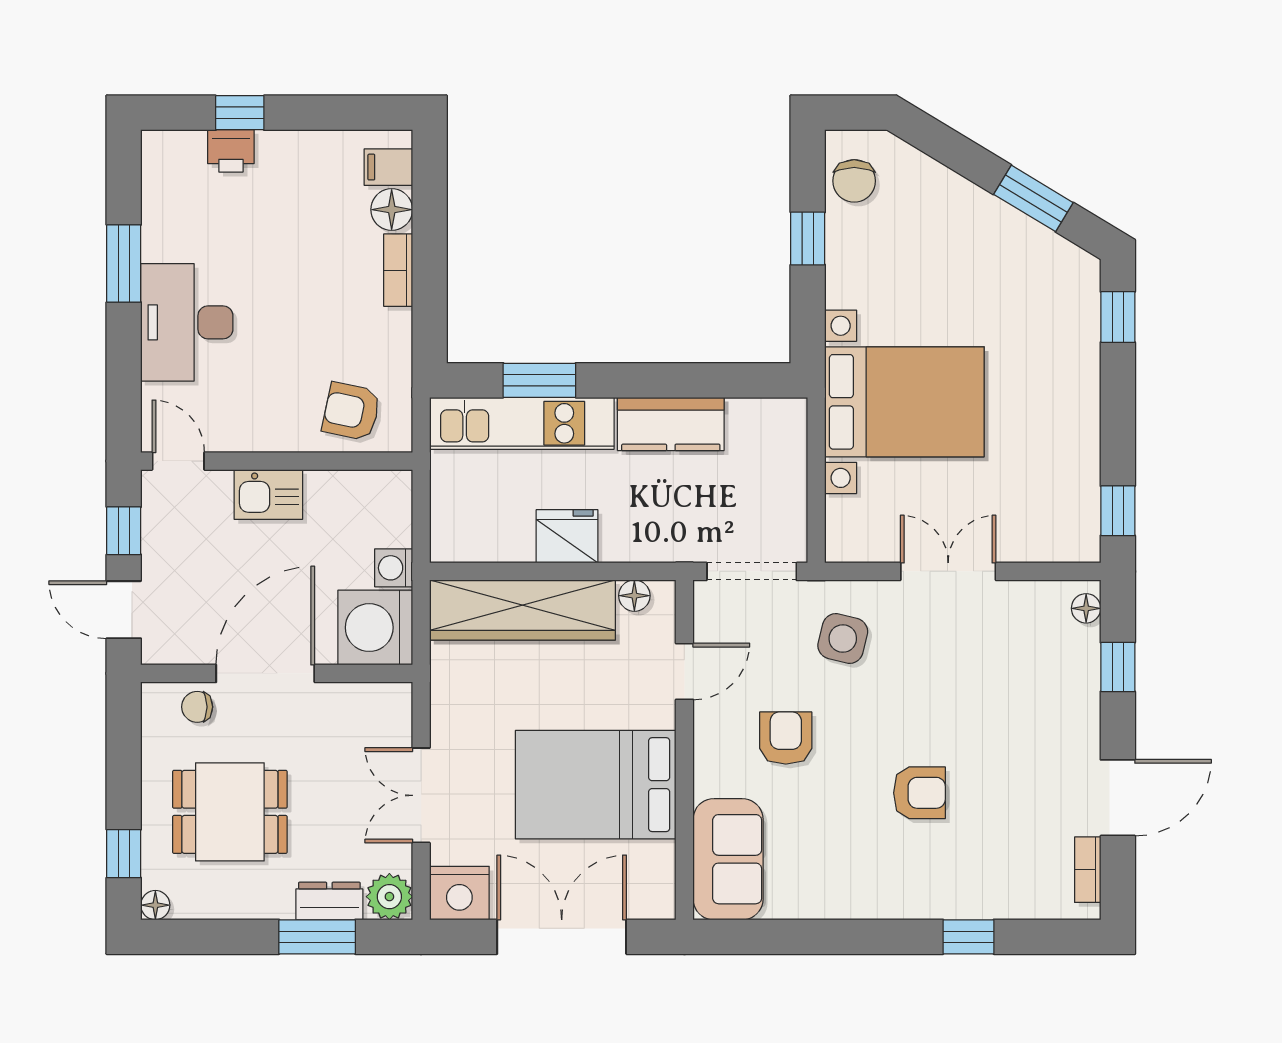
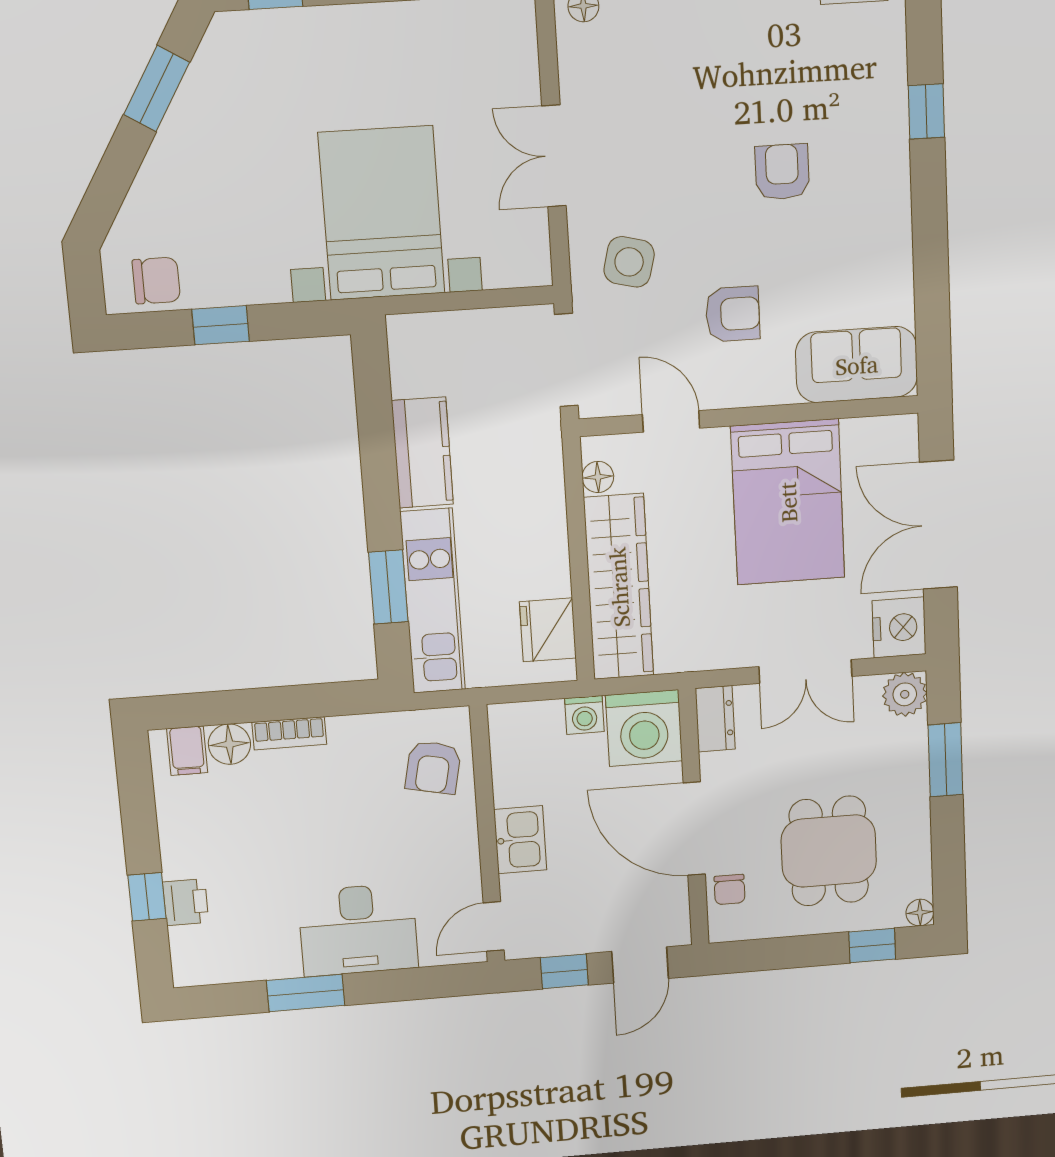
fridge: (567, 536) -> (548, 630), moved
armchair: (786, 738) -> (733, 314), turned 180
dresser: (329, 901) -> (715, 719), moved, turned 180

